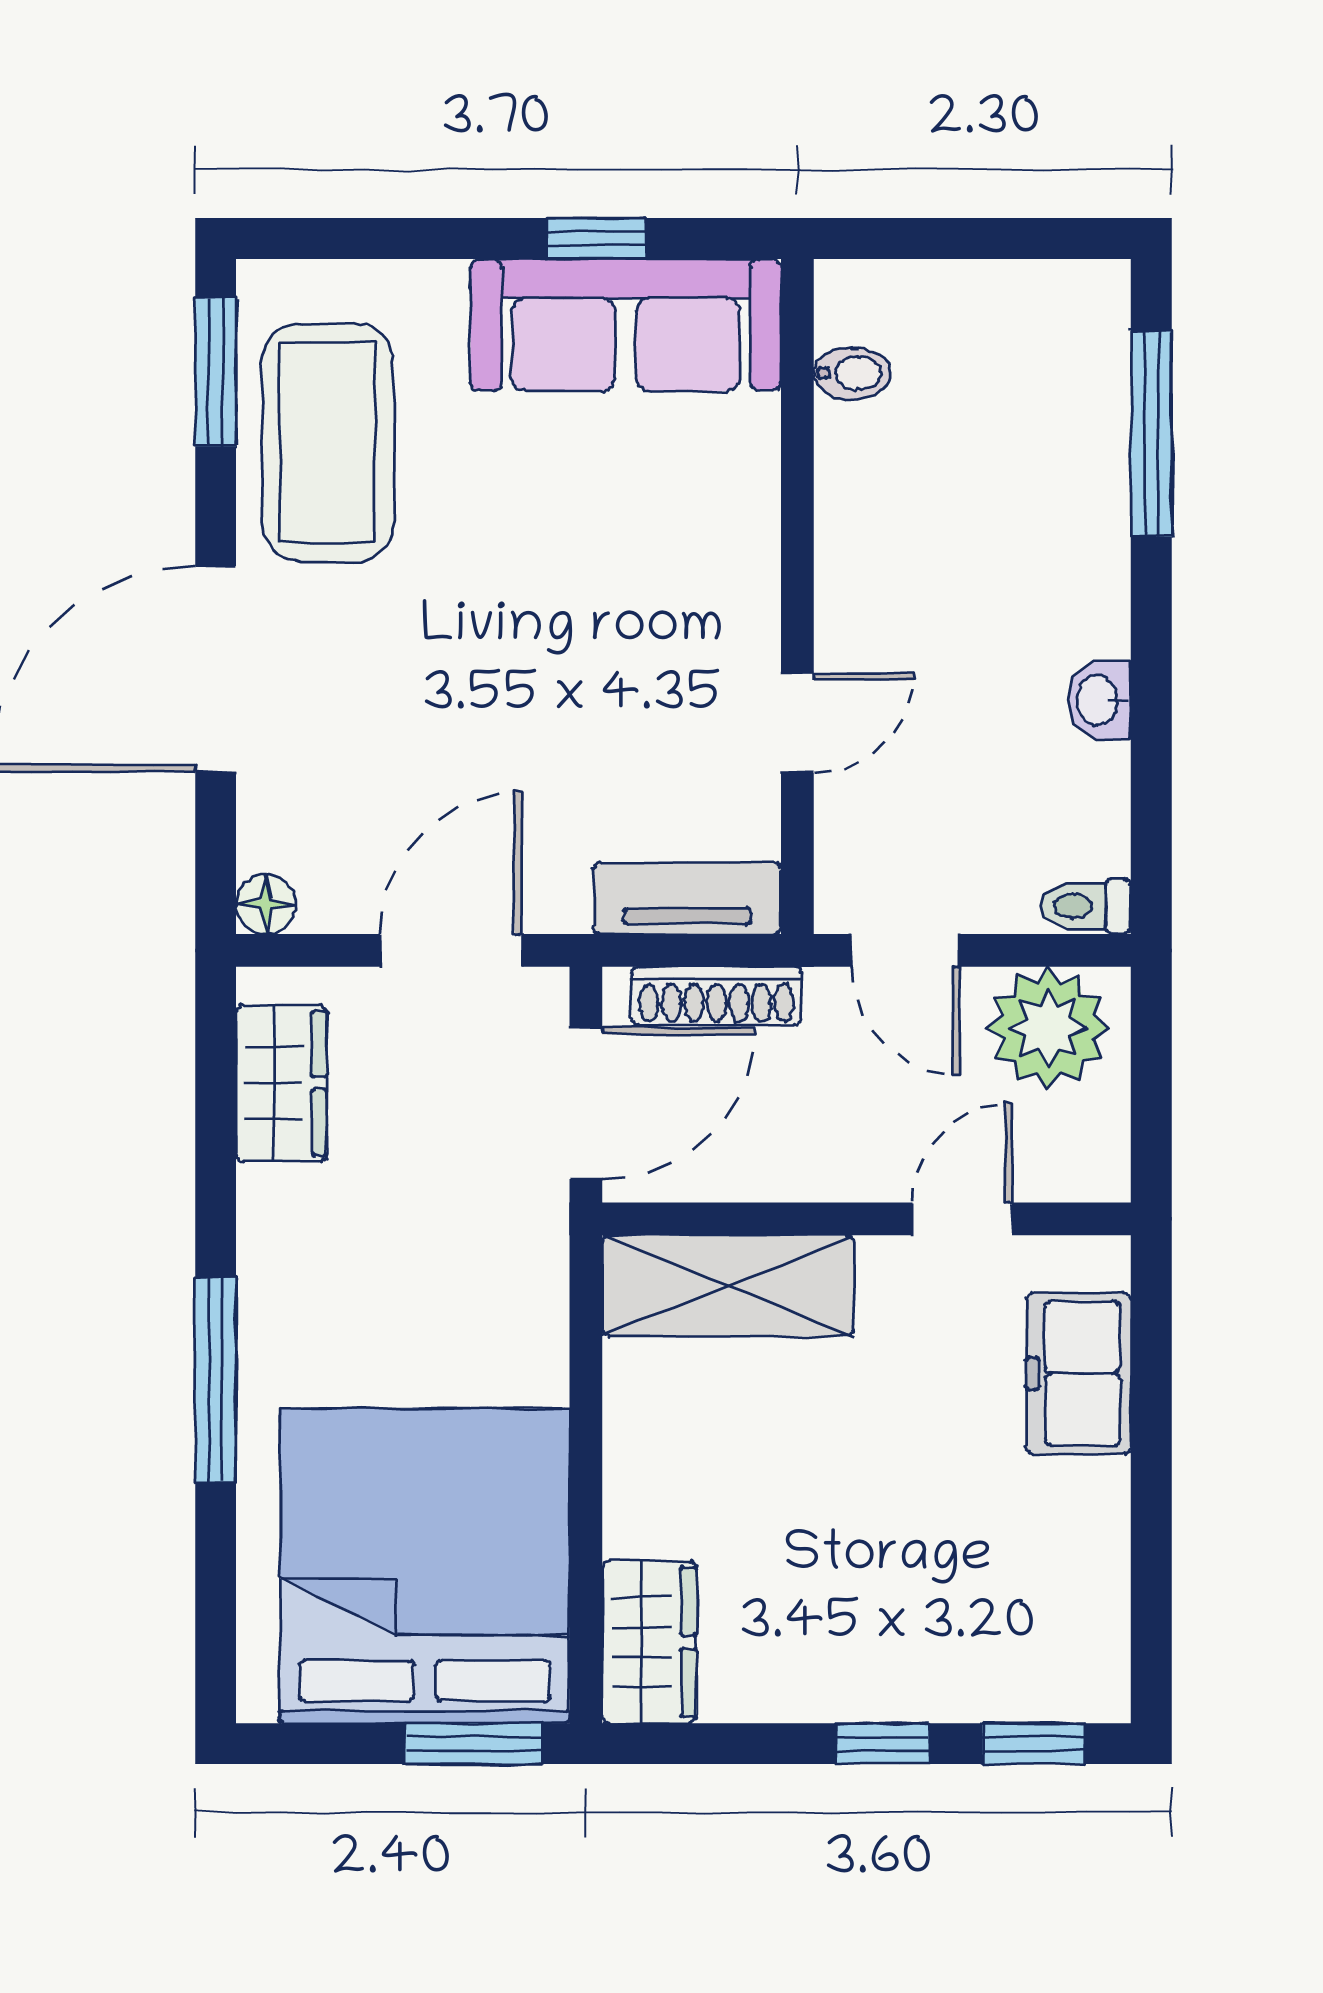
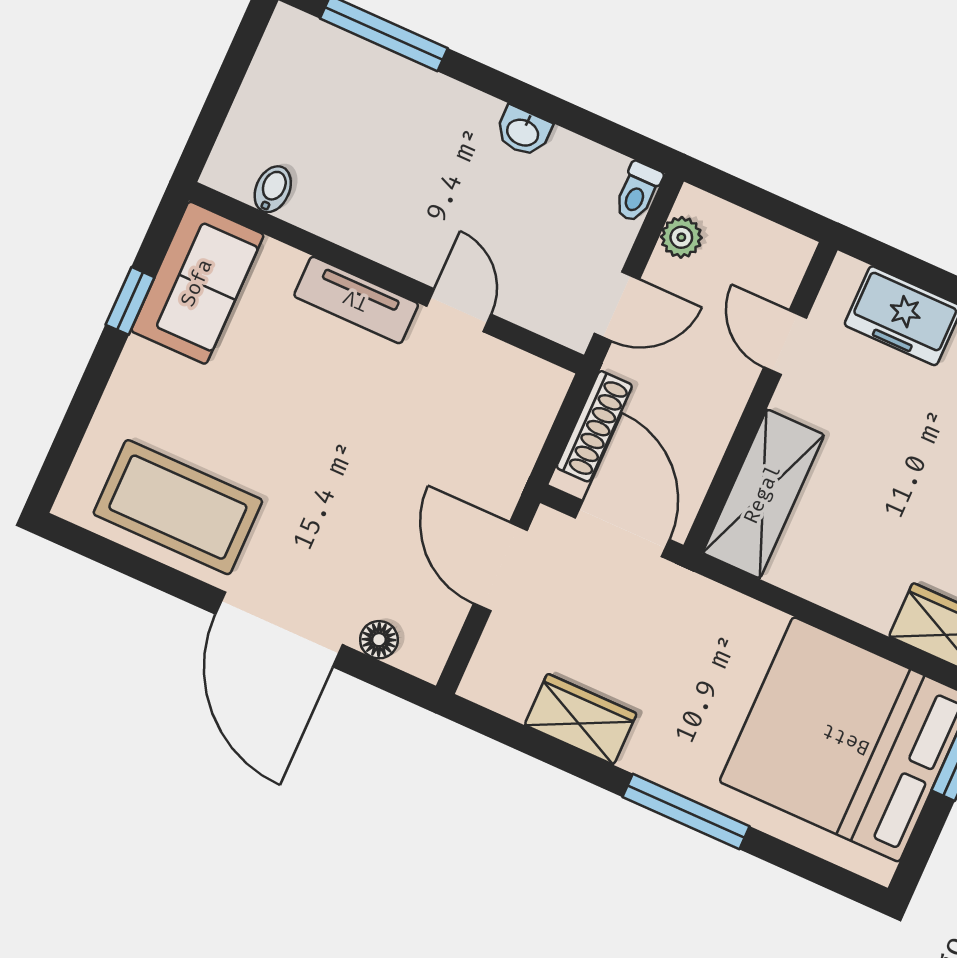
sofa: (626, 325) -> (197, 283), width x0.73
window: (216, 372) -> (109, 553), removed
tv unit: (687, 898) -> (356, 300), moved, turned -90
floor lamp: (266, 904) -> (379, 640), moved
plant: (1048, 1028) -> (681, 237), width x0.53, depth x0.53
wardrobe: (281, 1083) -> (581, 719), moved

